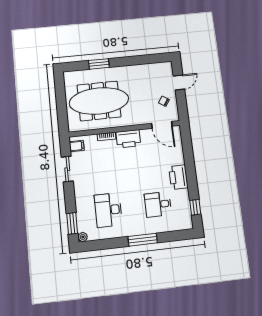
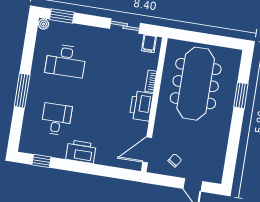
desk: (108, 210) -> (66, 61), turned 180

